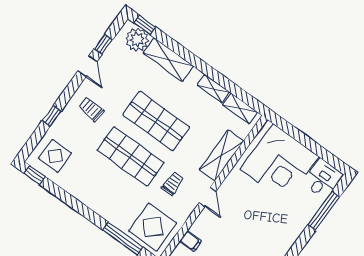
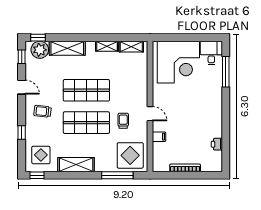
window: (103, 44) -> (22, 57), moved
shelving: (221, 155) -> (76, 165), moved, turned 90
filing cabinet: (190, 241) -> (159, 137), moved

